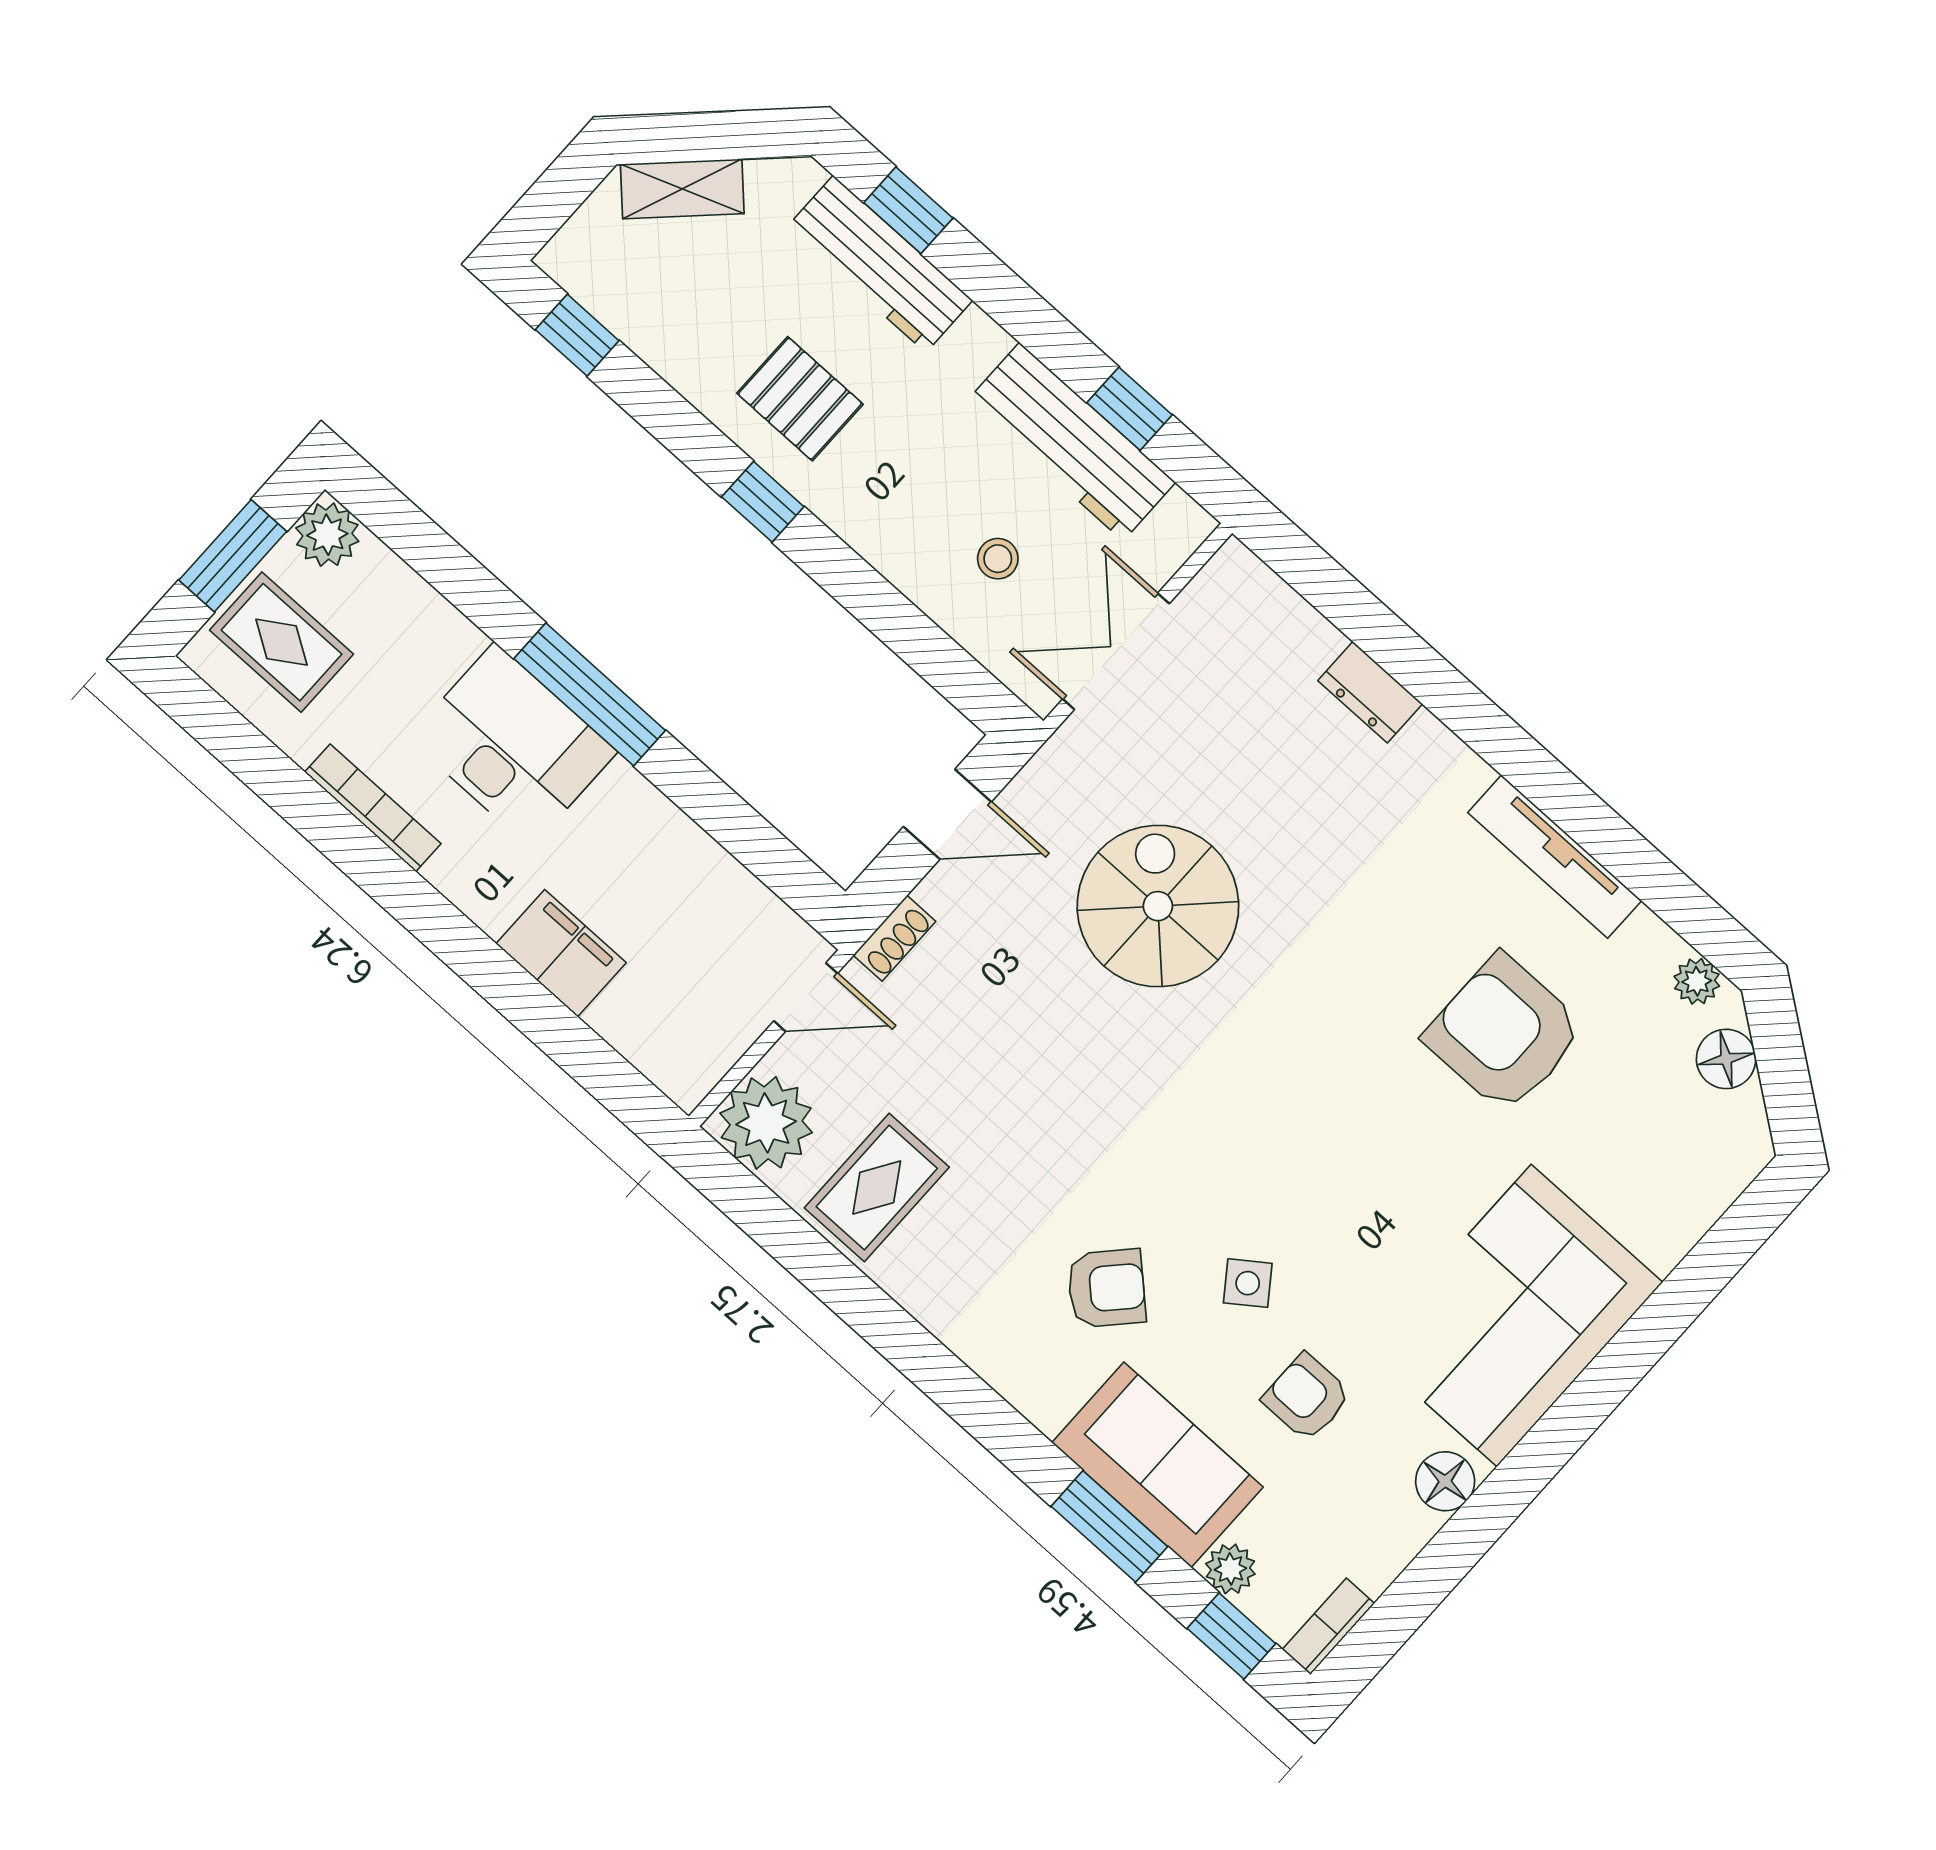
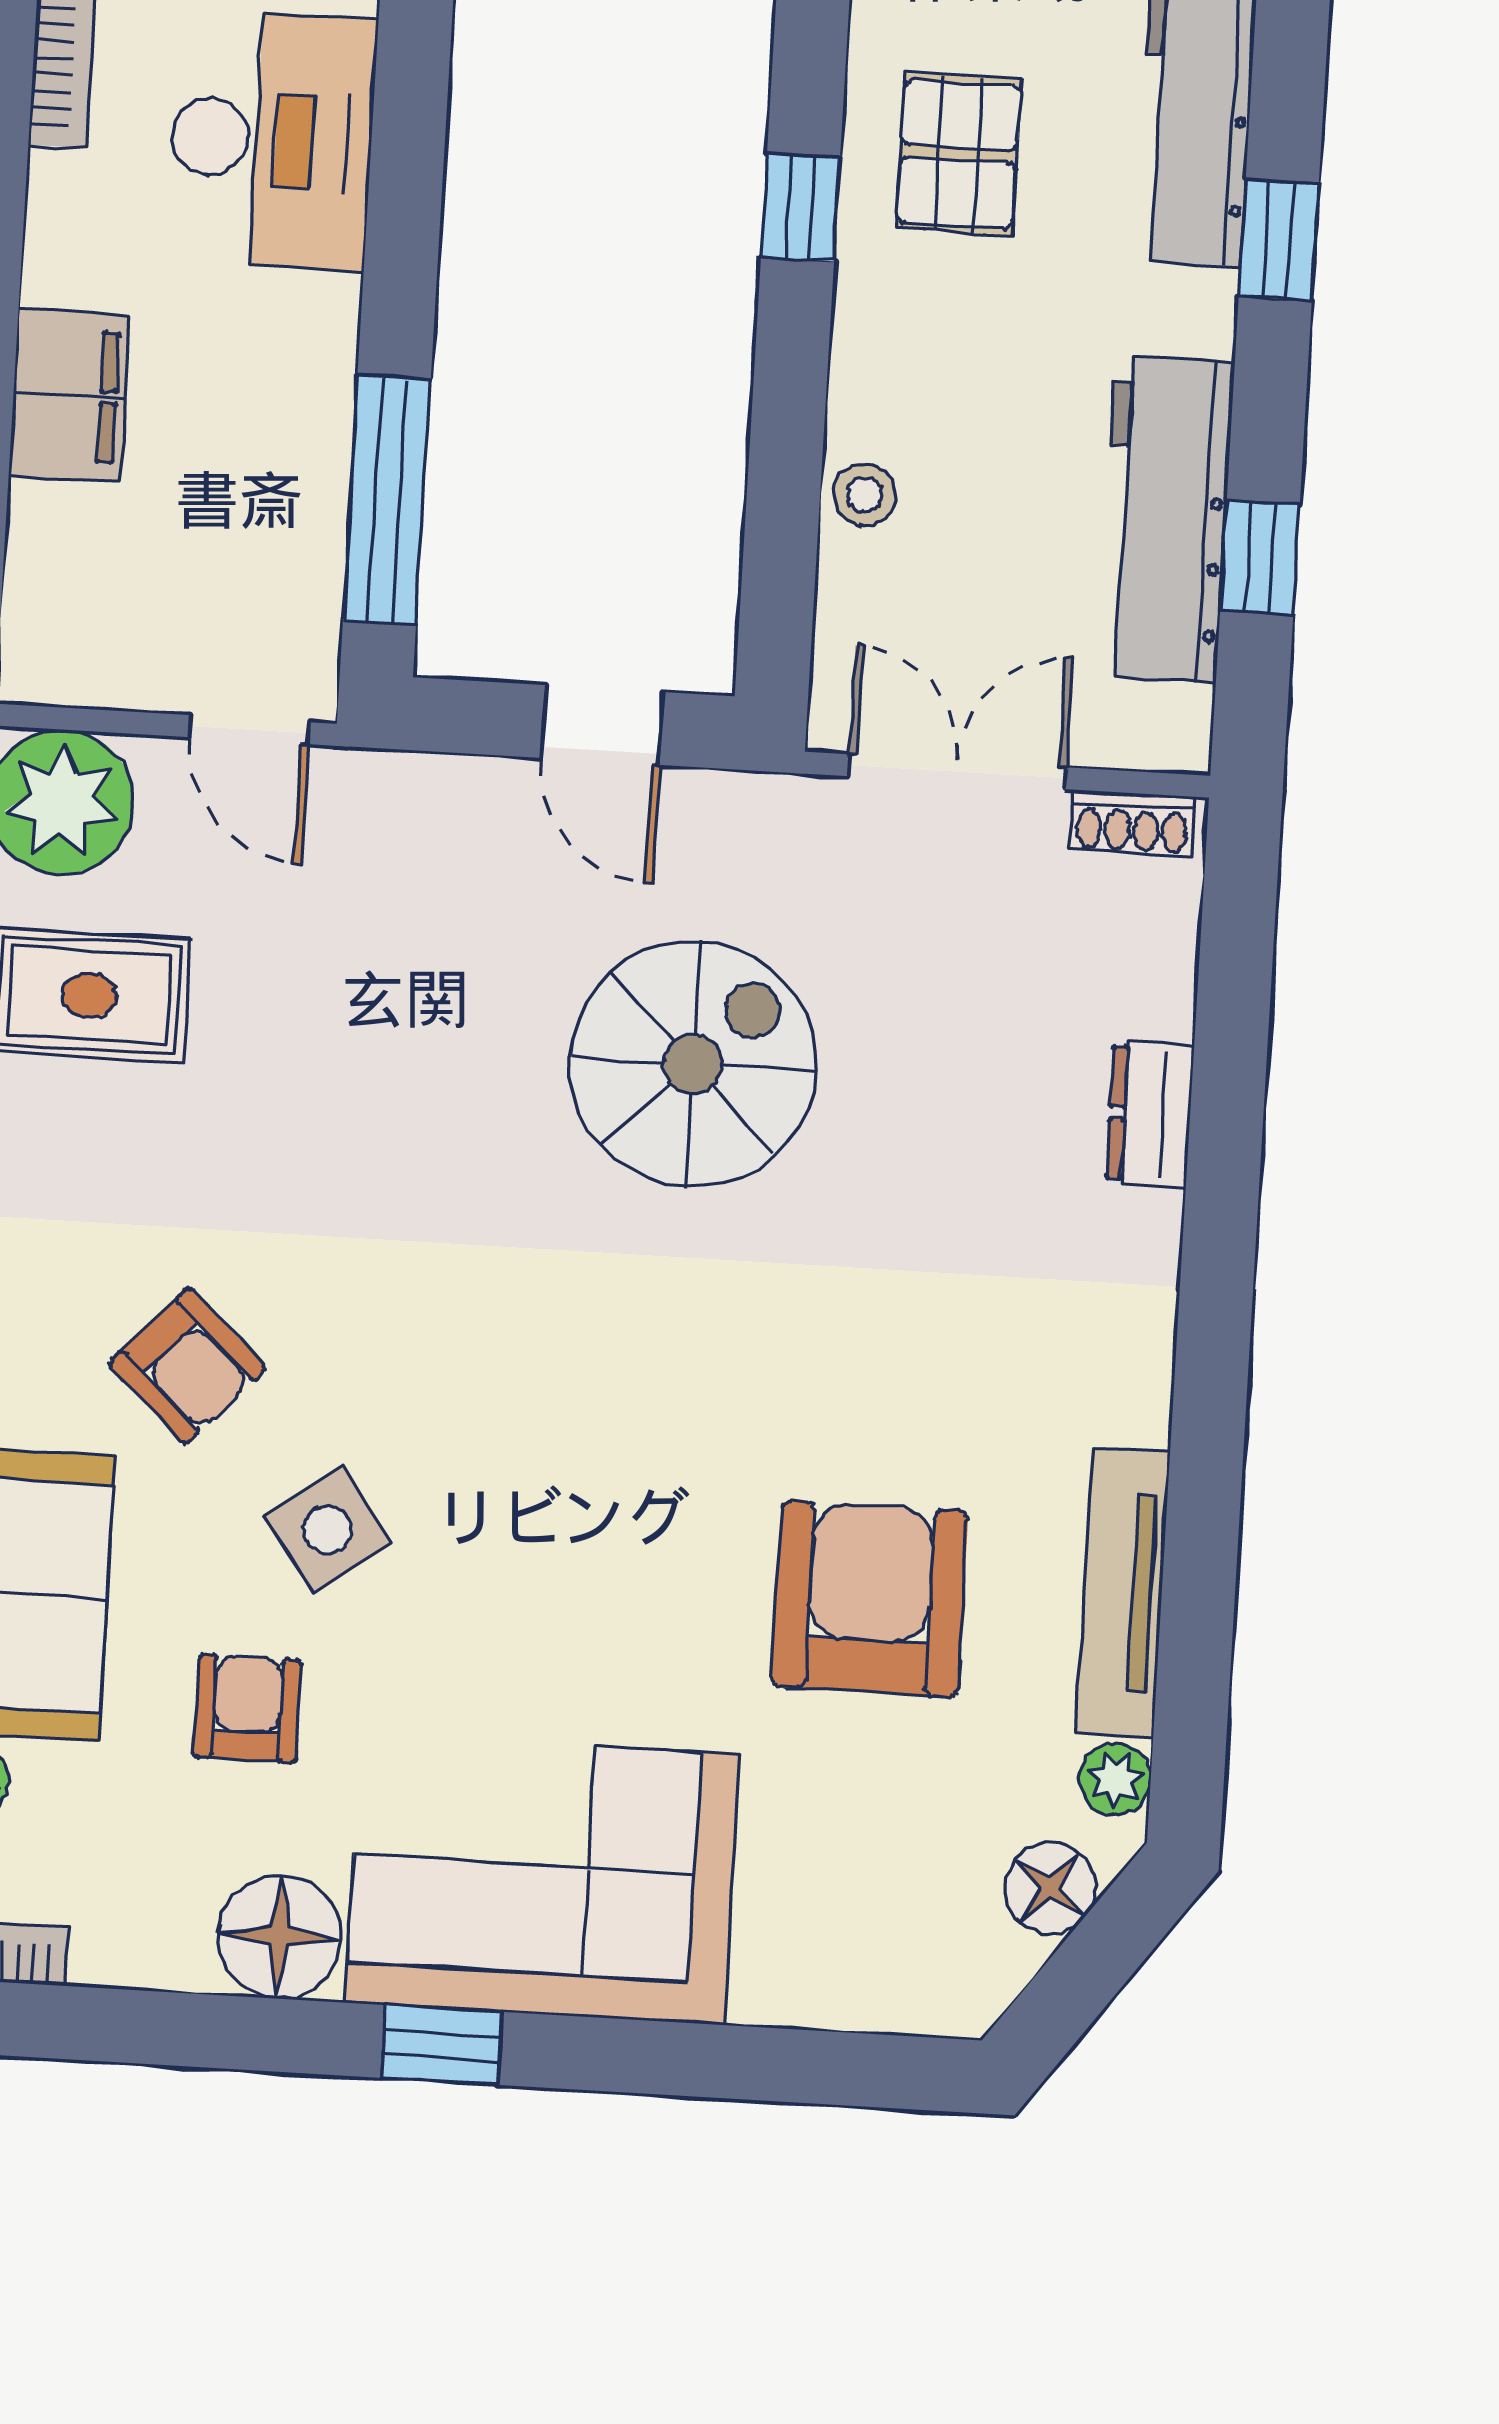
window: (908, 210) -> (1279, 240), moved
stool: (998, 559) -> (865, 495), moved
window: (590, 694) -> (387, 500), moved
tv unit: (1555, 857) -> (1123, 1593), moved
shoe rack: (894, 938) -> (1132, 823), moved
side table: (1248, 1283) -> (328, 1529), width x1.37, depth x1.37
window: (1558, 1435) -> (441, 2045), added
floor lamp: (1445, 1481) -> (279, 1937), width x1.38, depth x1.38

